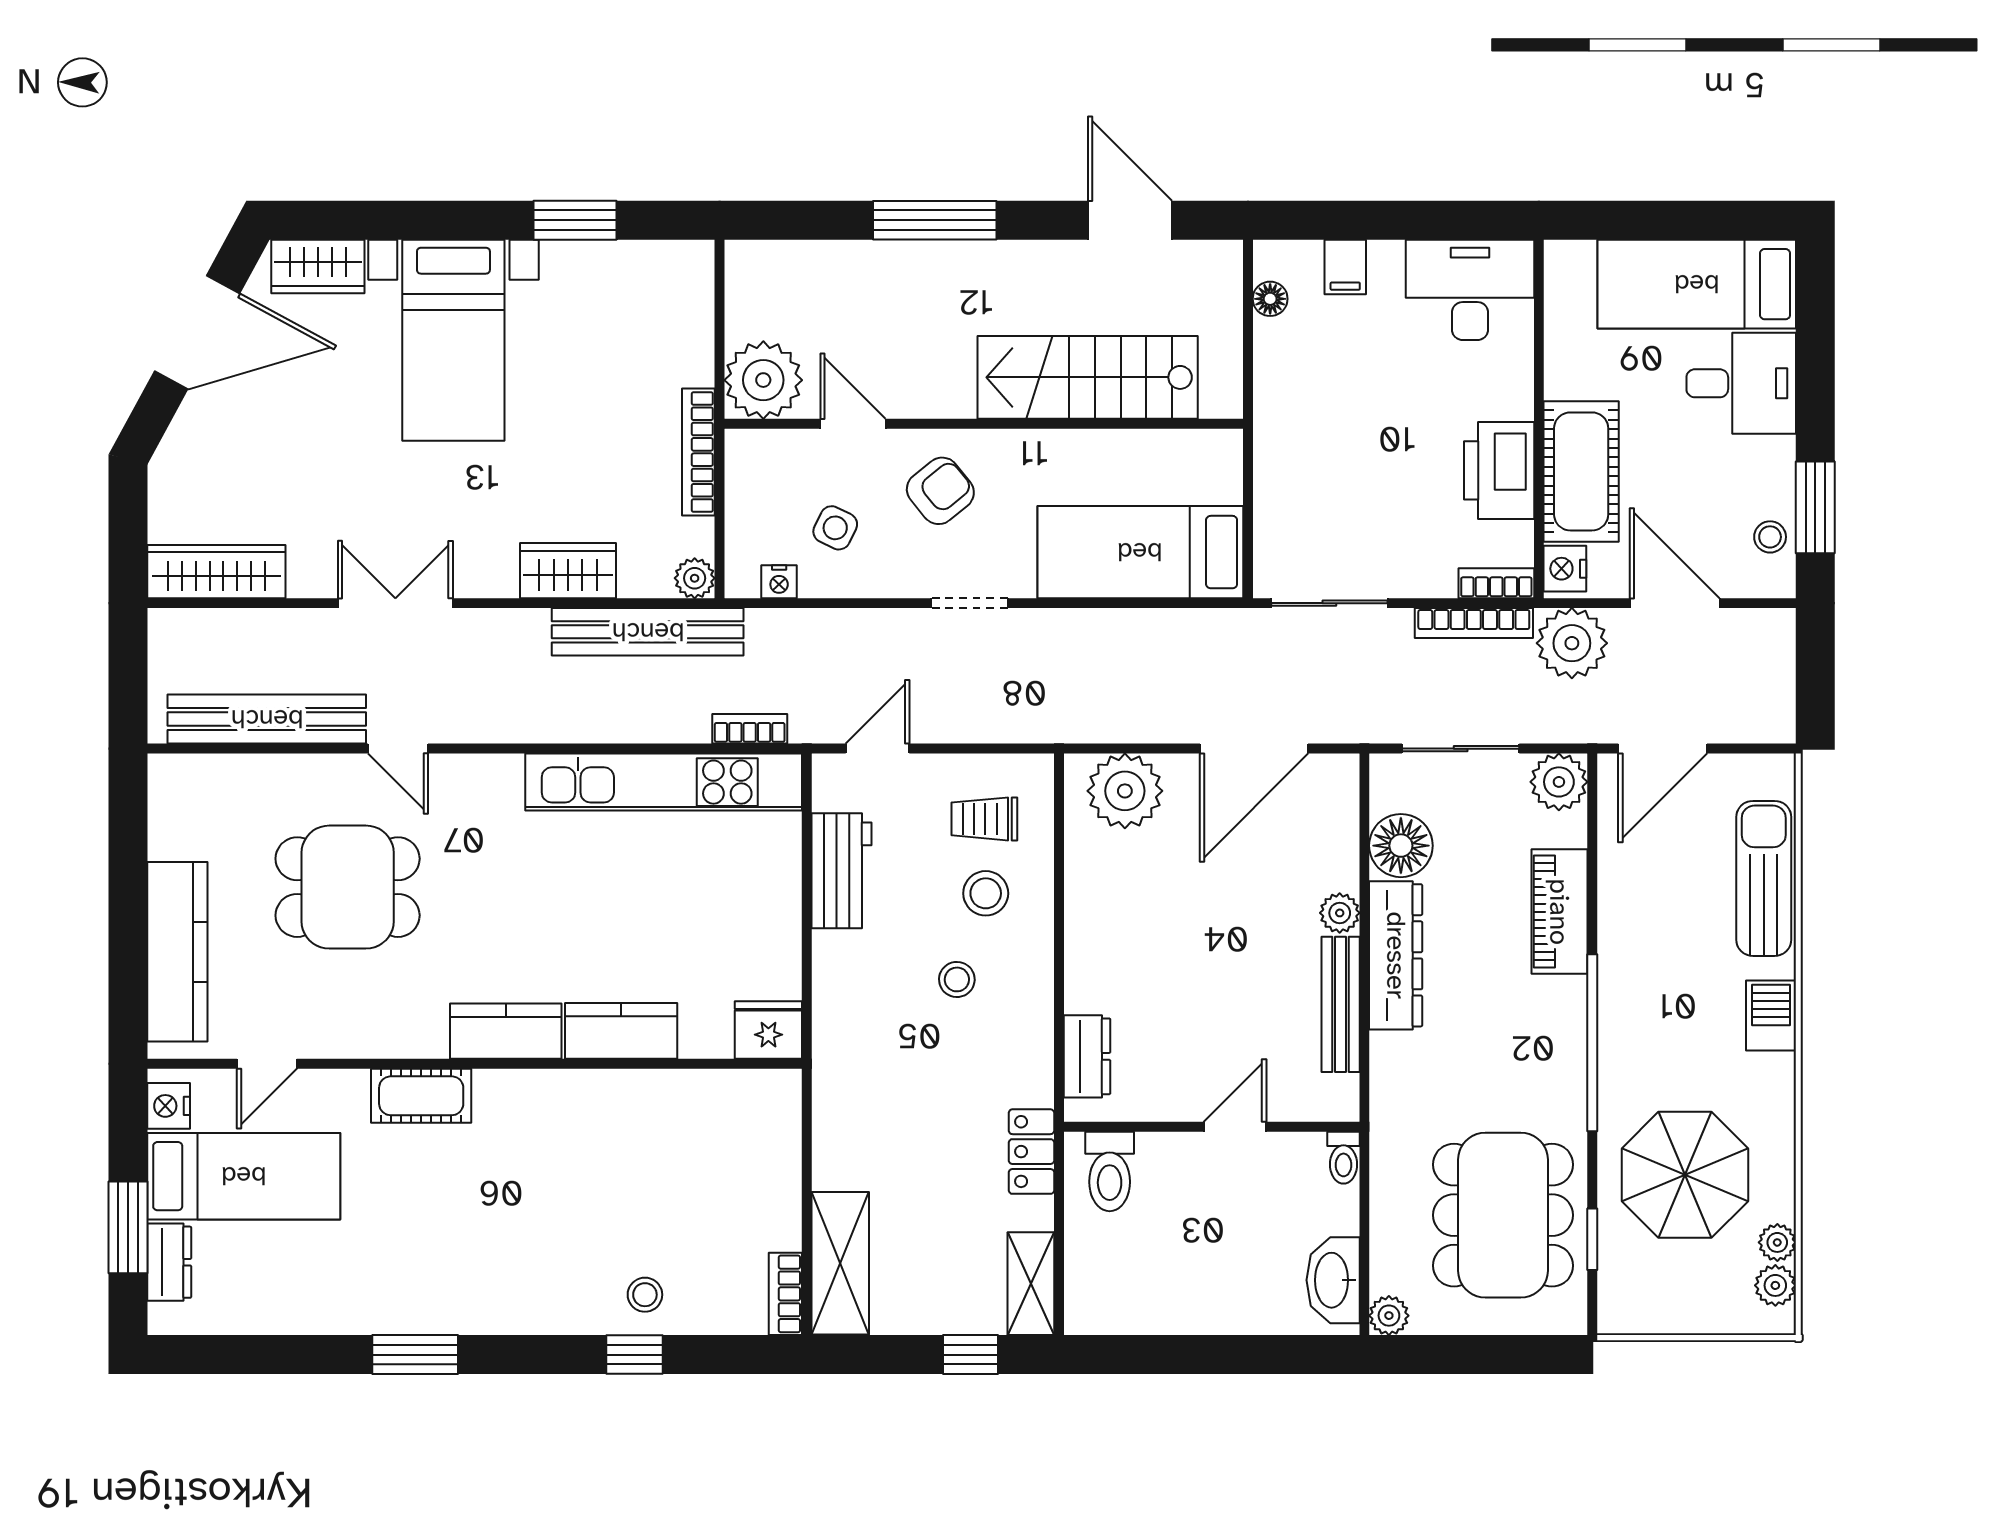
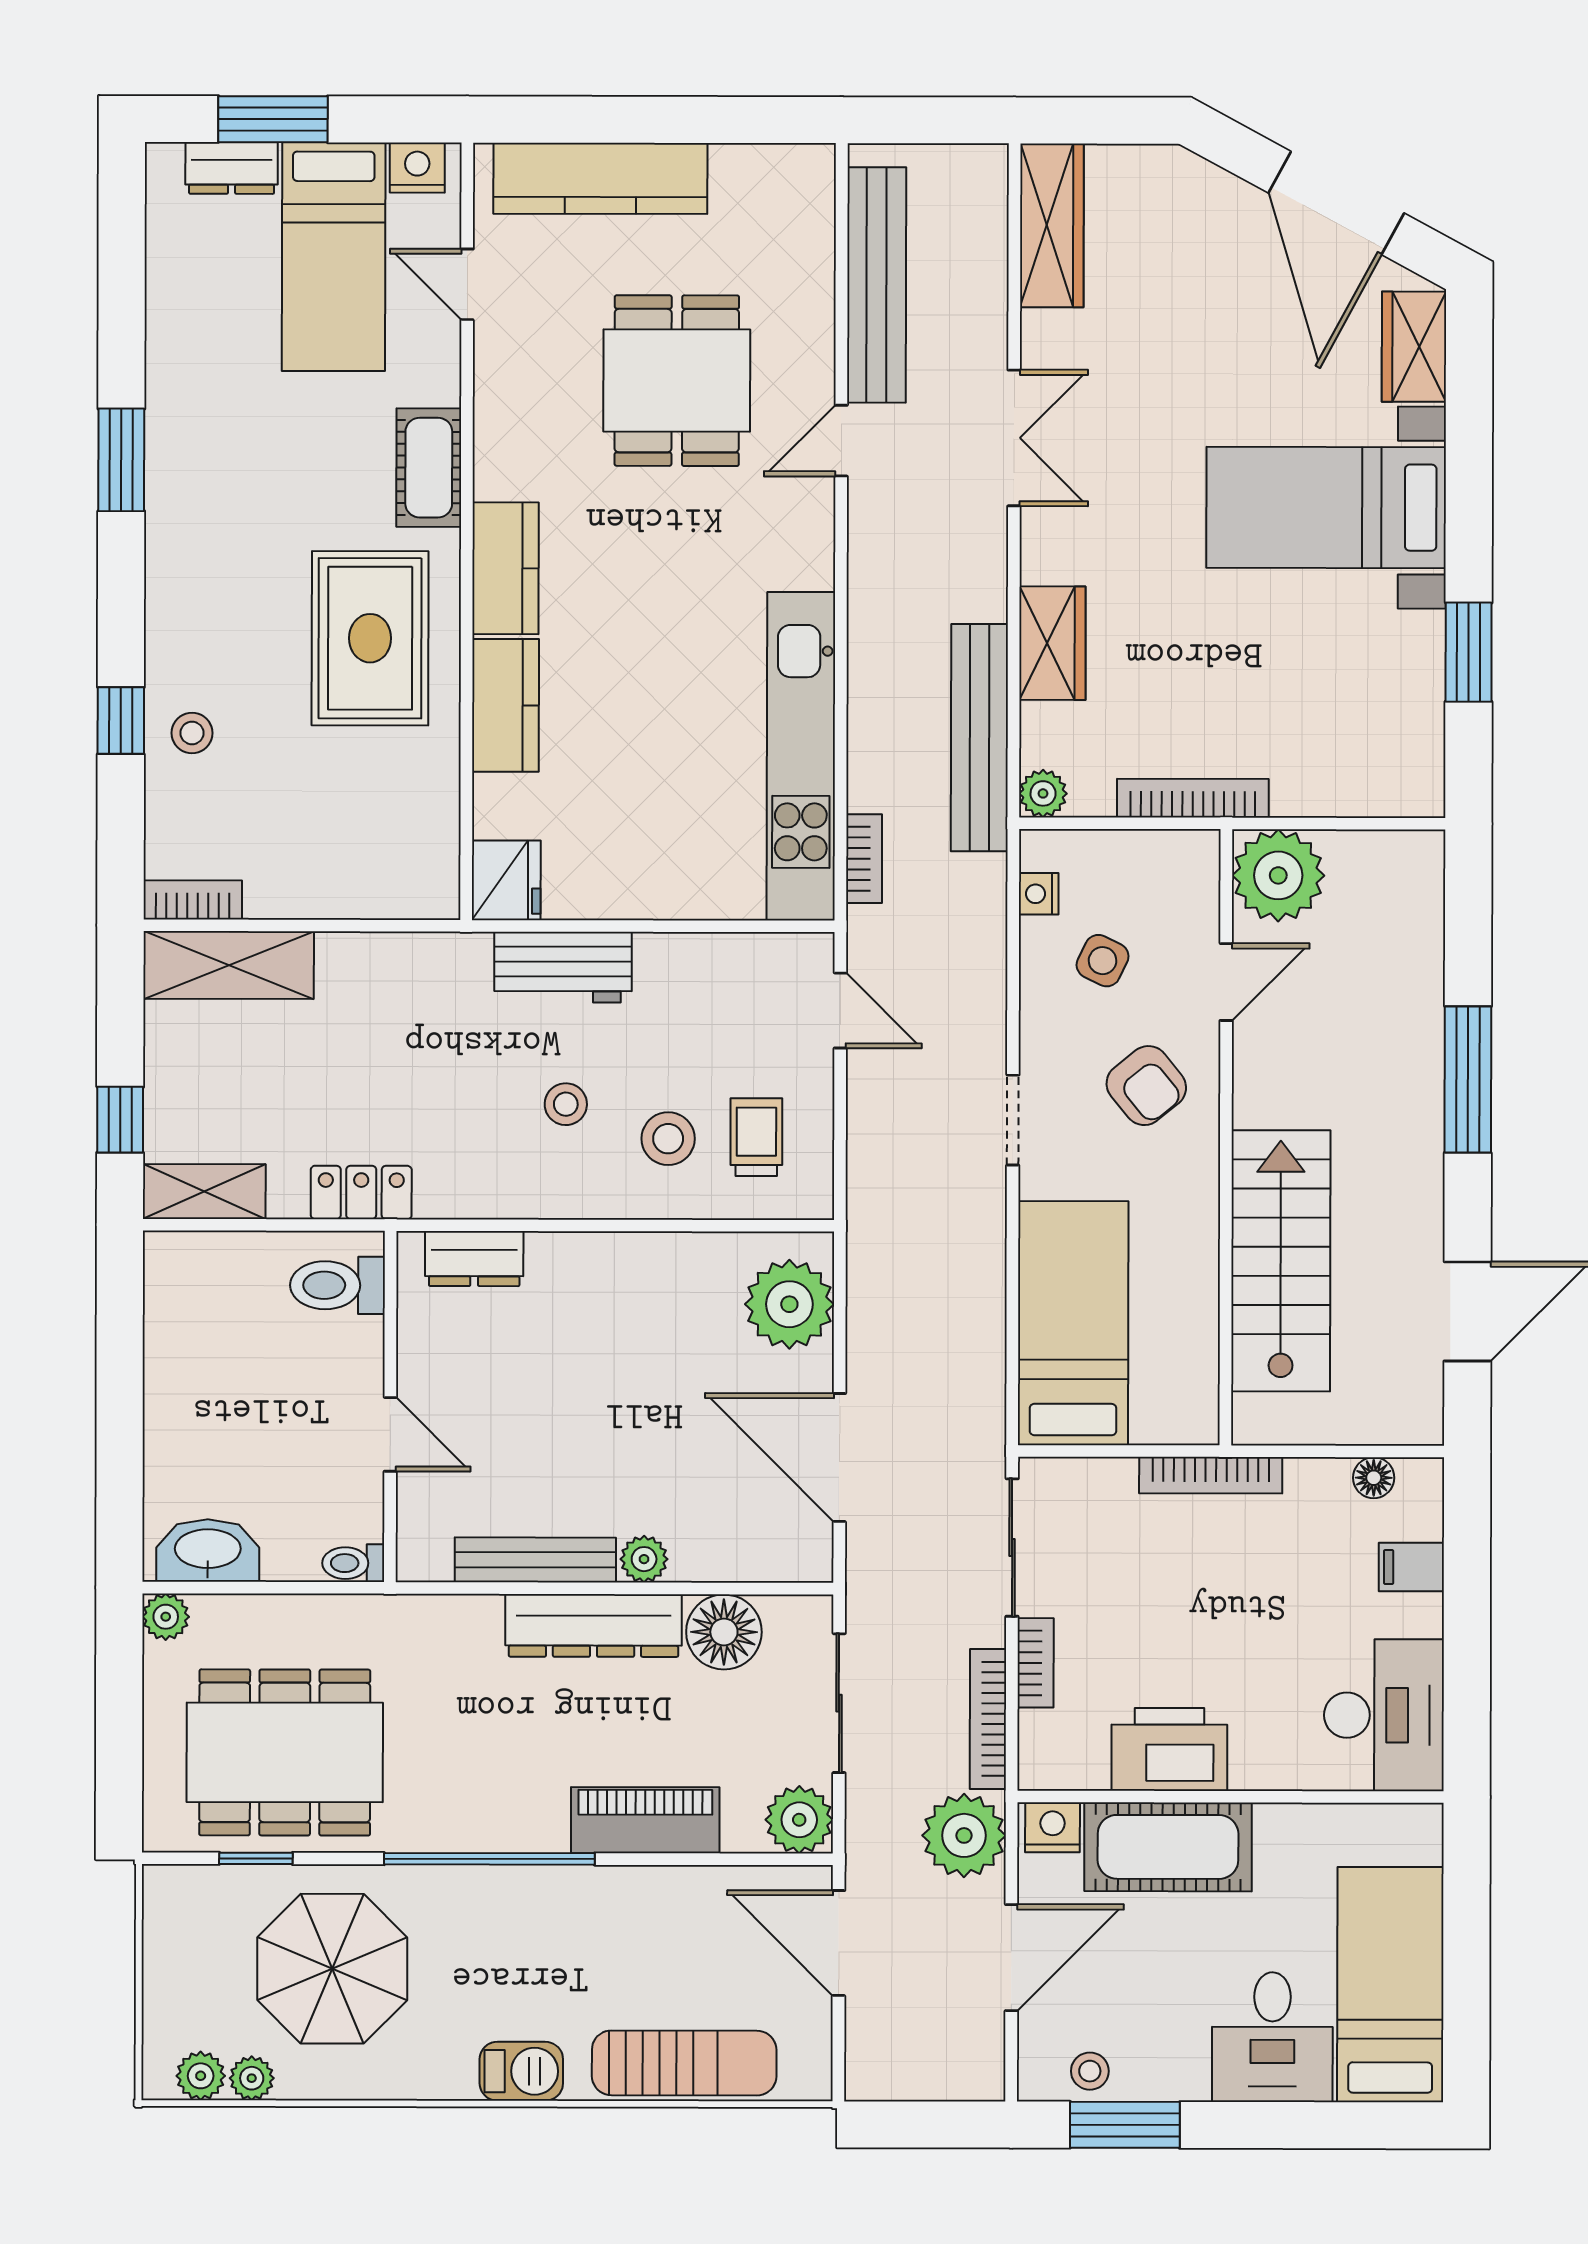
bookcase: (1268, 436) -> (1211, 1475), added
bookcase: (1496, 583) -> (1036, 1663), moved
workbench: (841, 871) -> (563, 967), moved
rug: (565, 1145) -> (370, 638), added

